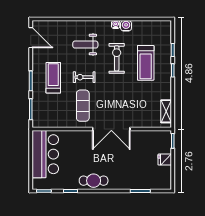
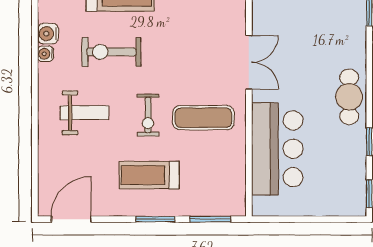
weight bench: (85, 45) -> (85, 113), turned -90
double door: (111, 129) -> (249, 62), width x0.73
bar counter: (45, 154) -> (277, 149), moved, turned 90

